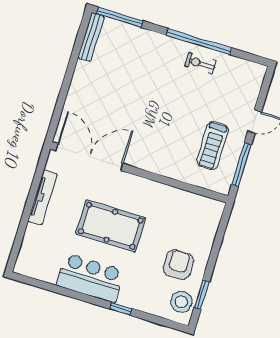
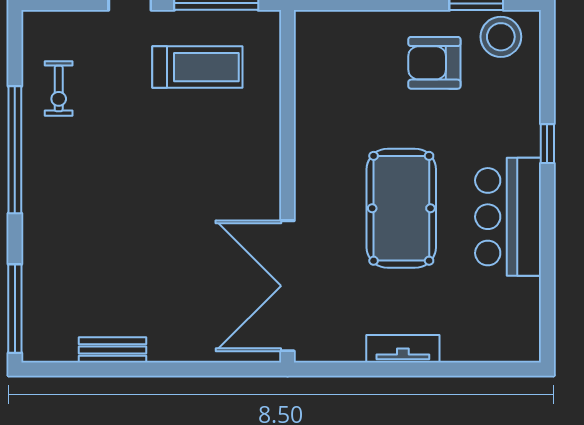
bench: (91, 37) -> (112, 350), moved, width x0.73
exercise bike: (200, 63) -> (59, 88), moved
tv unit: (43, 198) -> (403, 349), width x0.71

